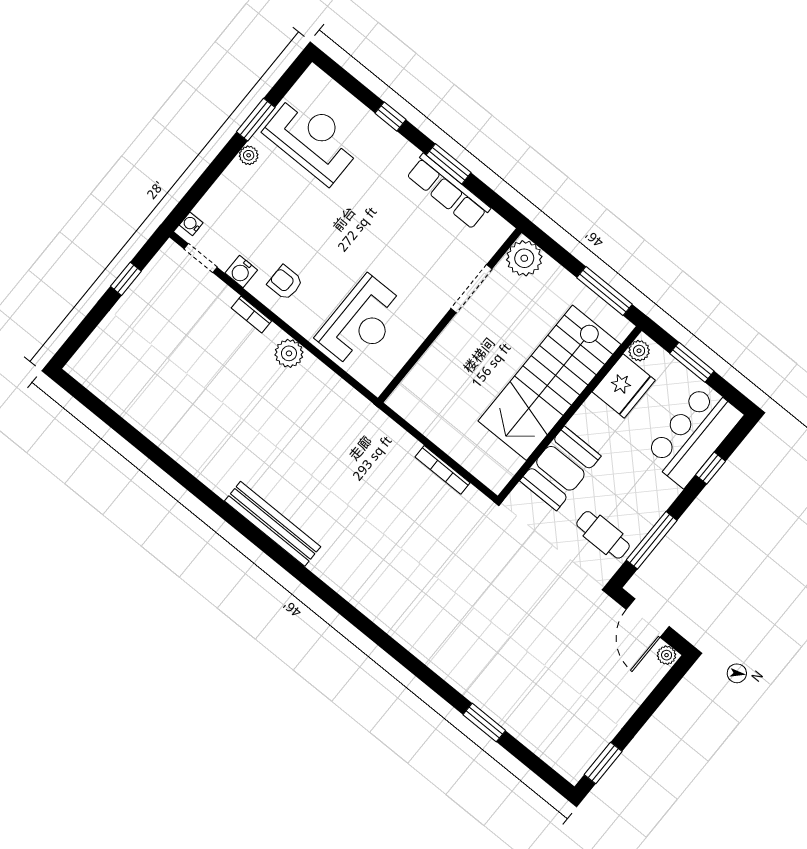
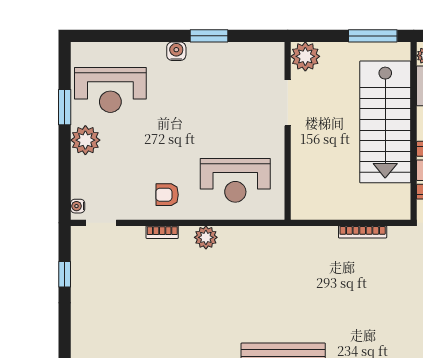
window: (391, 116) -> (148, 36), removed
reception desk: (313, 139) -> (110, 90), turned 180
plant: (249, 155) -> (85, 140), width x1.87, depth x1.87
row of seats: (448, 191) -> (223, 53), removed
water cooler: (241, 272) -> (176, 51), moved, turned 180
reception desk: (361, 322) -> (235, 180), turned 90

